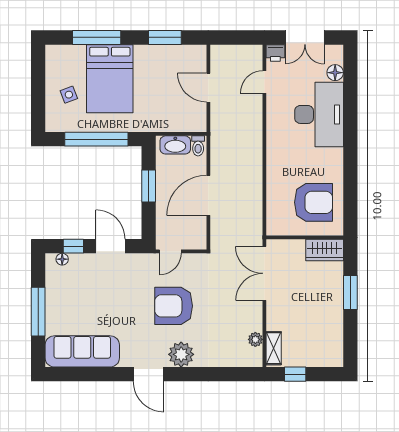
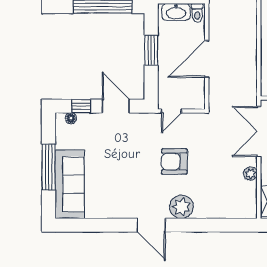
armchair: (174, 306) -> (174, 162), width x0.73, depth x0.73
plant: (255, 339) -> (250, 173), moved
sofa: (82, 351) -> (70, 184), moved, turned 90

